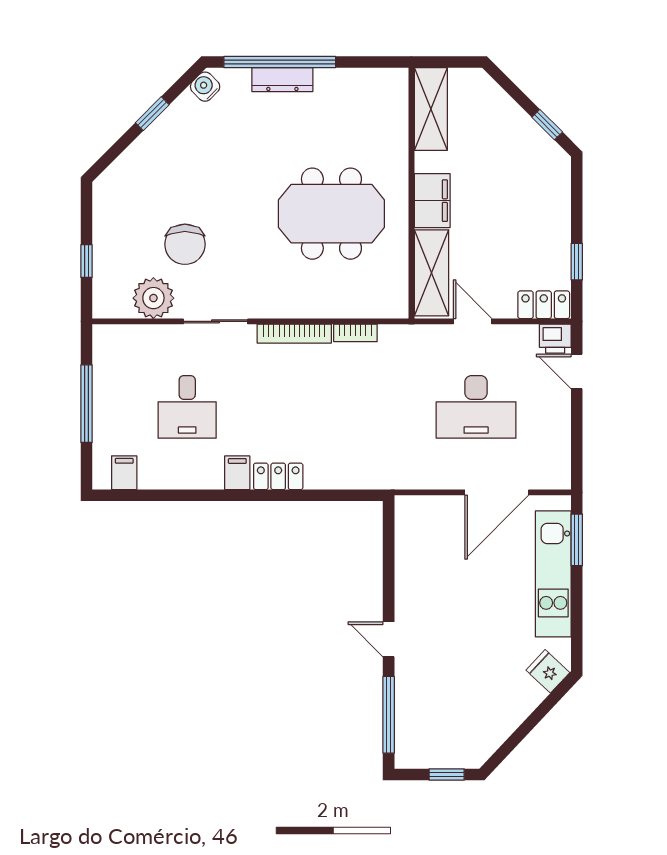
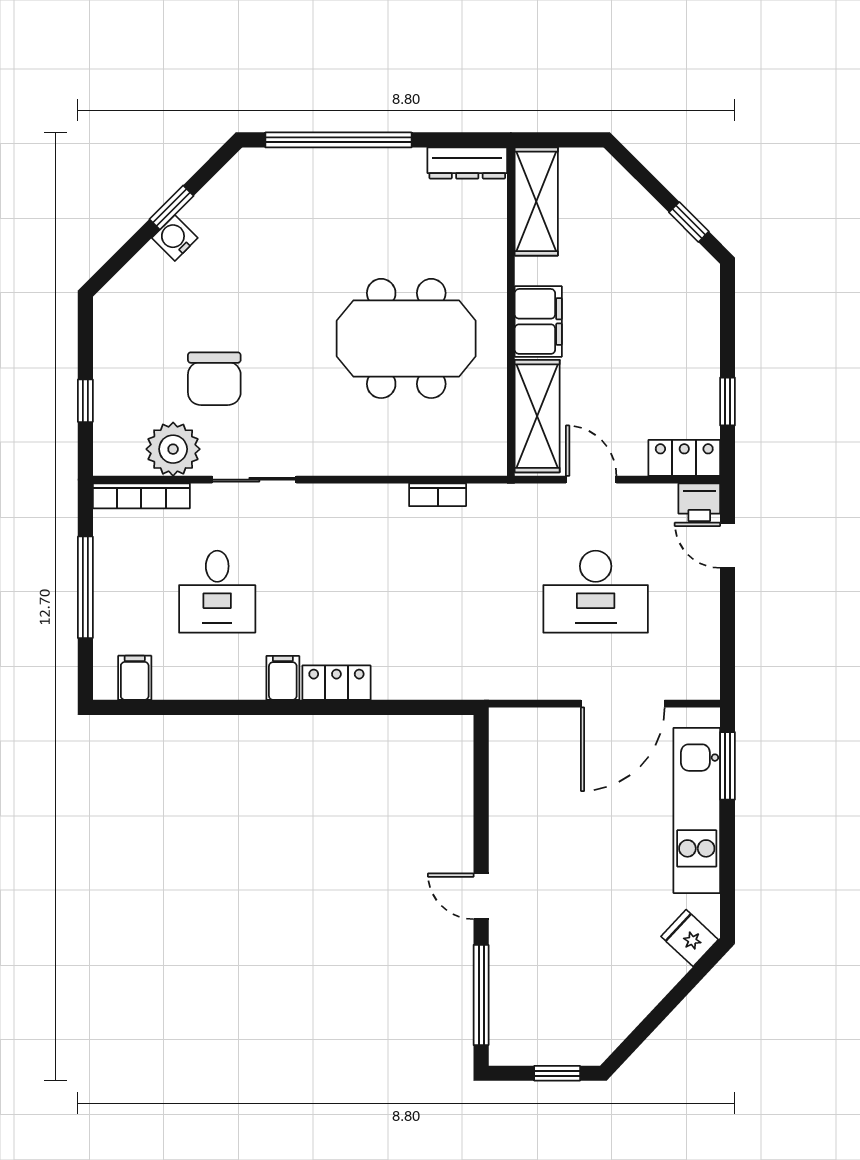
dresser: (282, 80) -> (467, 163), moved
water cooler: (205, 87) -> (175, 238), moved
bookcase: (294, 334) -> (141, 496), moved

